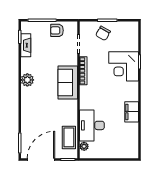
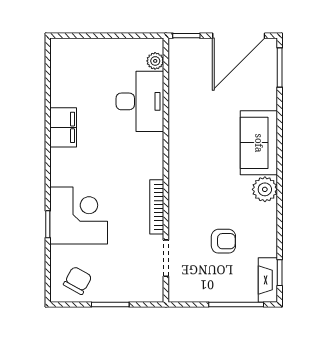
armchair: (57, 30) -> (223, 241), moved
chair: (103, 33) -> (78, 280), moved
fireplace: (26, 45) -> (268, 280), moved
sofa: (68, 83) -> (259, 143), moved, turned 180
coffee table: (69, 137) -> (185, 78), removed

